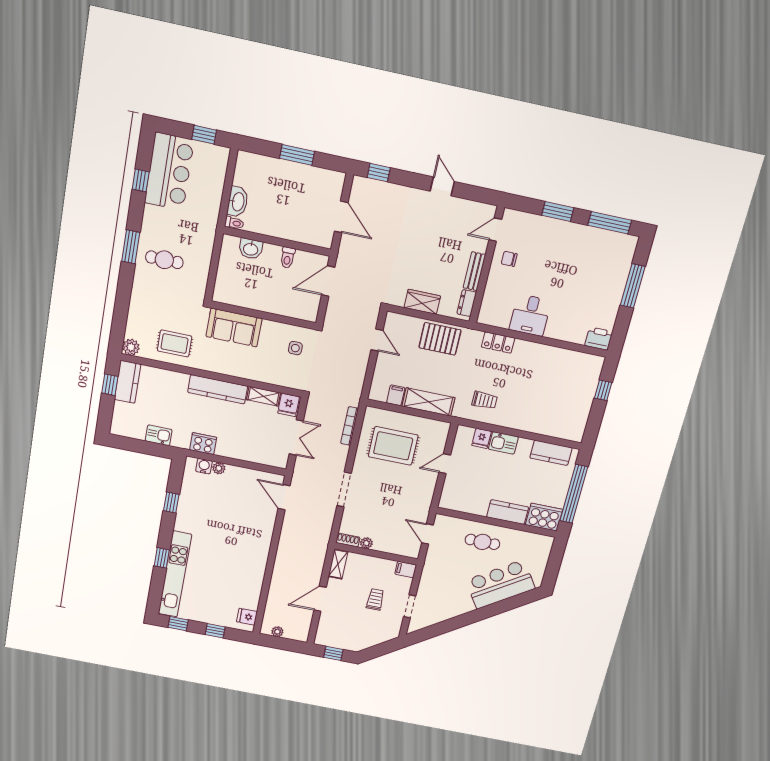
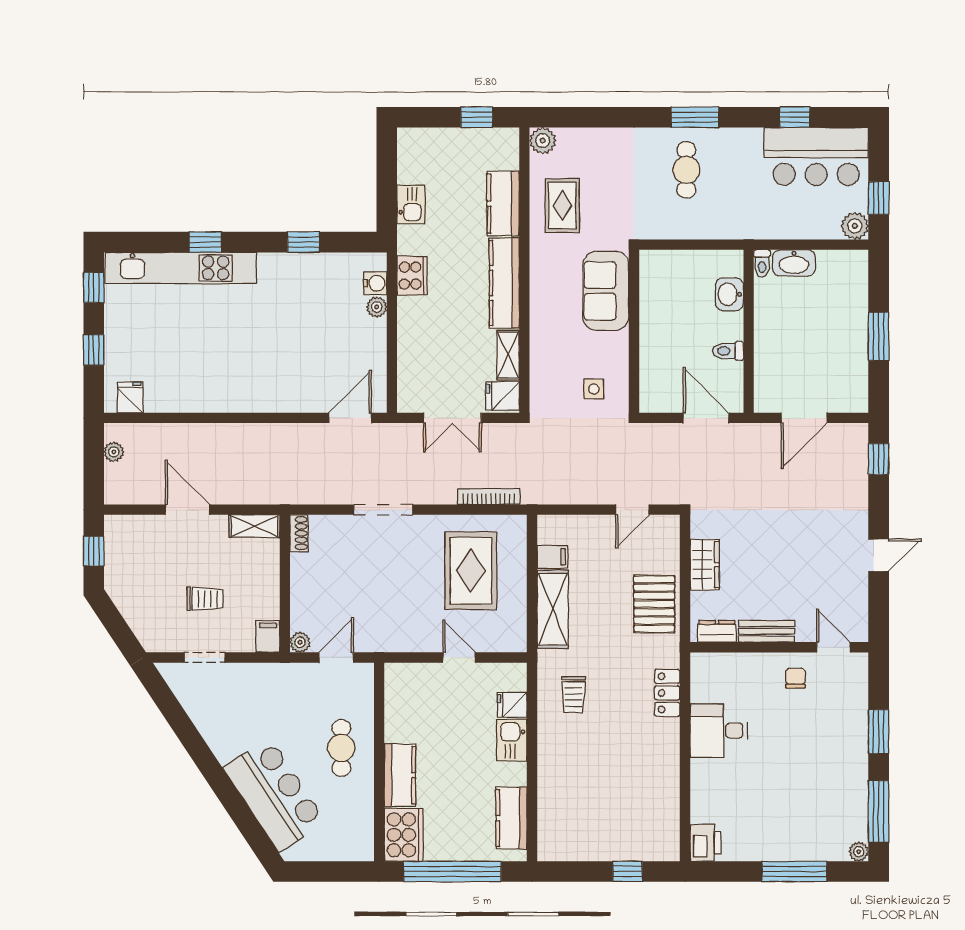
plant: (220, 155) -> (855, 226), added
plant: (632, 241) -> (859, 852), added
kitchen counter: (128, 382) -> (503, 204), moved, turned 90
plant: (366, 543) -> (300, 642), moved

